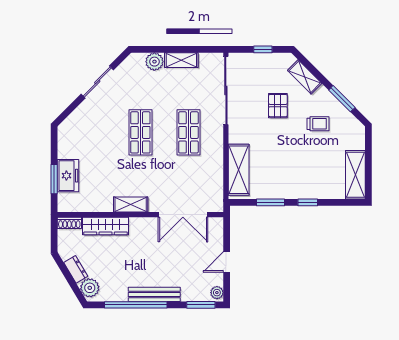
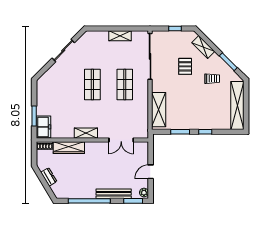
plant: (154, 62) -> (102, 37), removed
shelving: (355, 175) -> (237, 105), width x1.47
freezer: (68, 176) -> (44, 127), moved
double door: (183, 215) -> (121, 140), width x0.73
plant: (90, 288) -> (58, 189), removed
bench: (154, 294) -> (114, 194), moved

